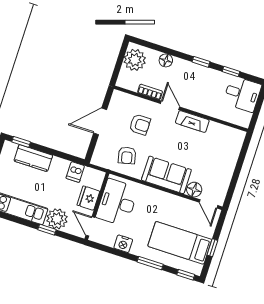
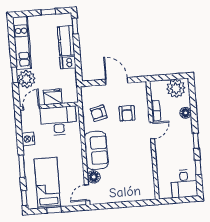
fireplace: (192, 121) -> (146, 153), removed
dishwasher: (75, 172) -> (68, 62), moved

